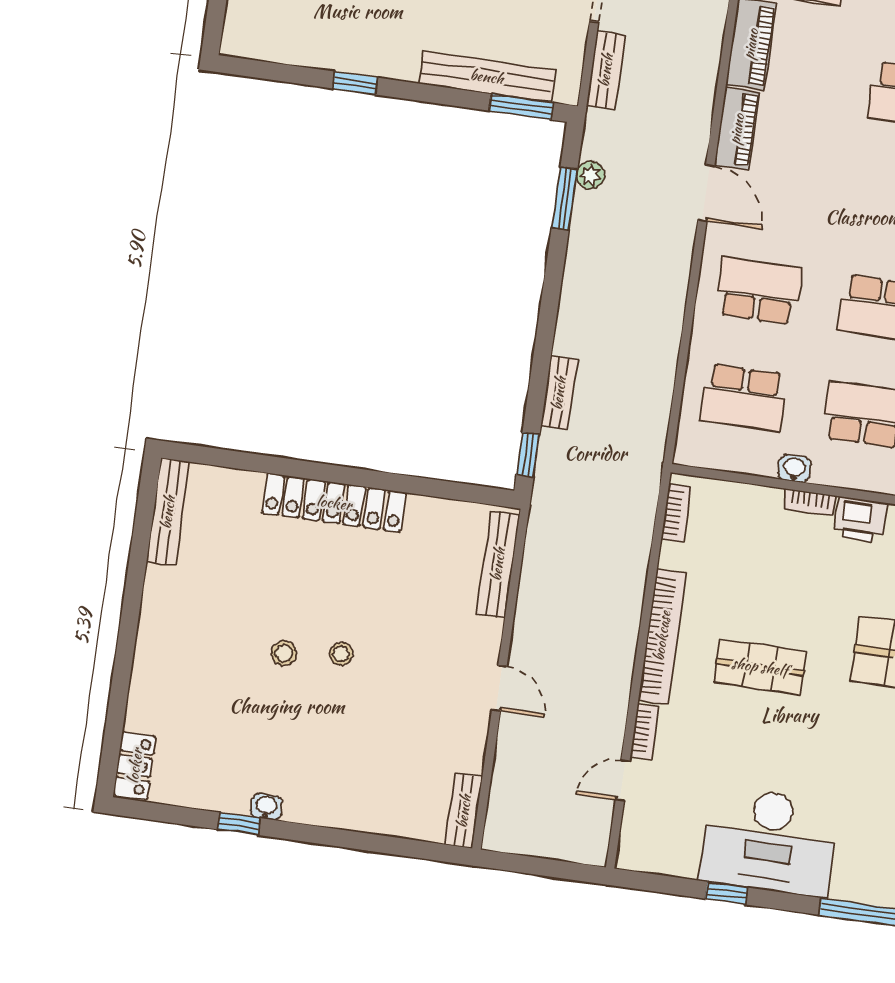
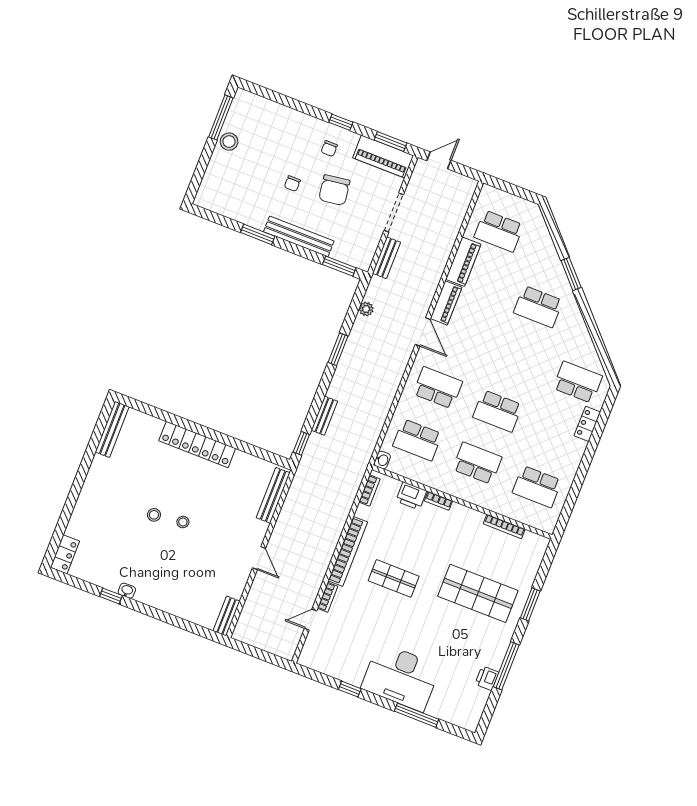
bench: (487, 77) -> (299, 236), moved
window: (355, 83) -> (258, 234), width x1.50
window: (565, 198) -> (338, 349), moved
washbasin: (794, 469) -> (382, 460), moved, turned 90
printer: (860, 520) -> (411, 496), moved
desk: (769, 841) -> (401, 677), moved

